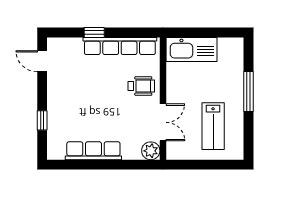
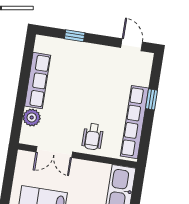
door: (42, 61) -> (132, 45), hinge flipped
plant: (151, 151) -> (32, 117), moved

